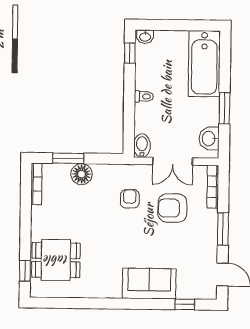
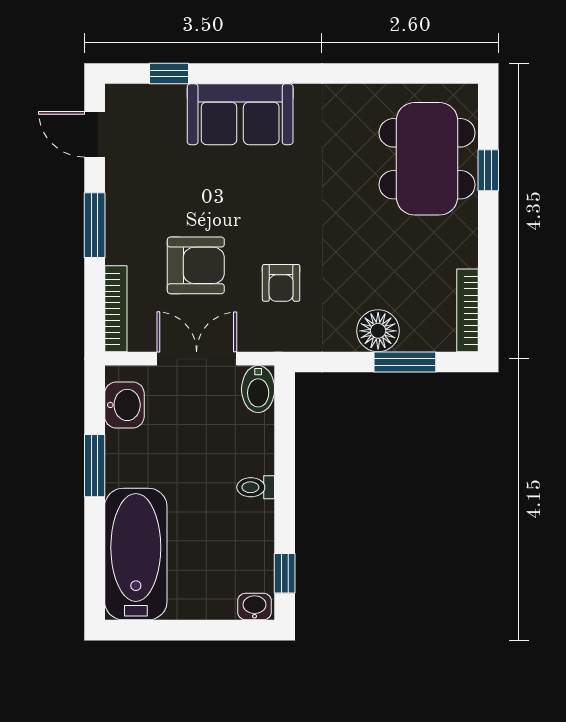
dining table: (56, 260) -> (427, 159), width x1.37
window: (25, 271) -> (488, 170), moved

